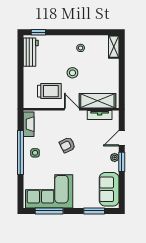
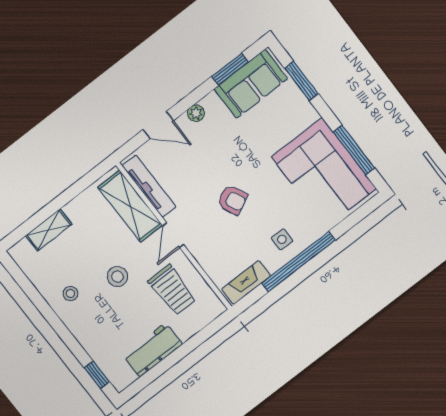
shelving: (114, 47) -> (49, 230), moved
workbench: (31, 52) -> (153, 350), moved
trolley: (49, 91) -> (172, 290), turned 180
tv unit: (100, 115) -> (149, 186), width x1.41
window: (122, 162) -> (230, 69), moved

